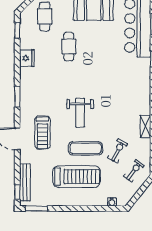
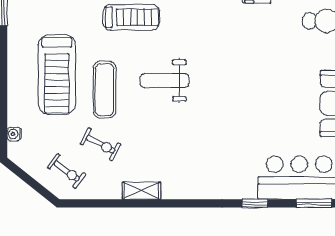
cafe table: (69, 47) -> (276, 61), removed
treadmill: (43, 133) -> (131, 17), turned 180

